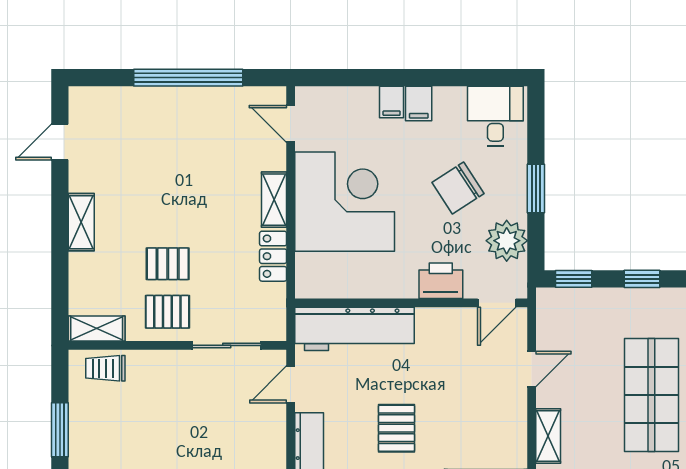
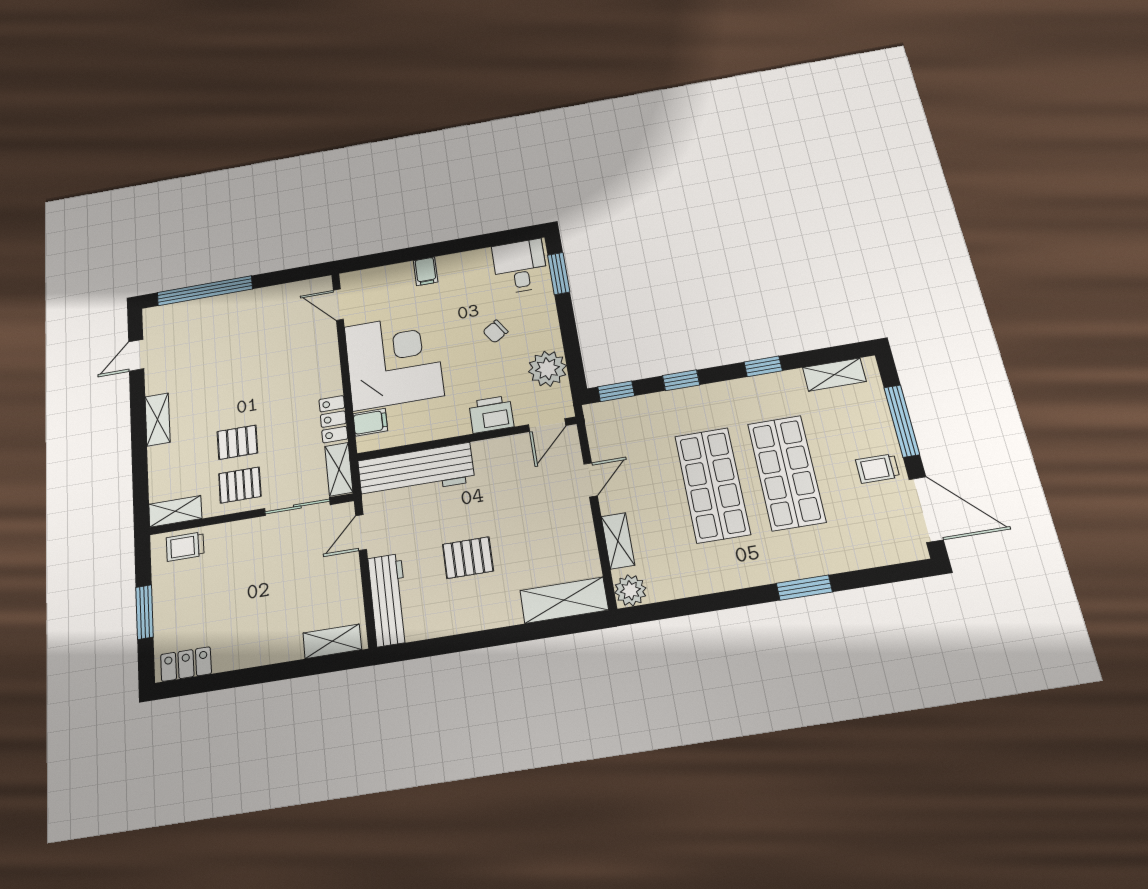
window: (188, 78) -> (205, 291), moved
filing cabinet: (419, 104) -> (370, 422), moved, turned -90
chair: (458, 188) -> (495, 331), width x0.54, depth x0.54
window: (536, 188) -> (559, 274), moved
shelving: (274, 200) -> (339, 469), moved
pallet: (397, 428) -> (468, 558), turned 90

